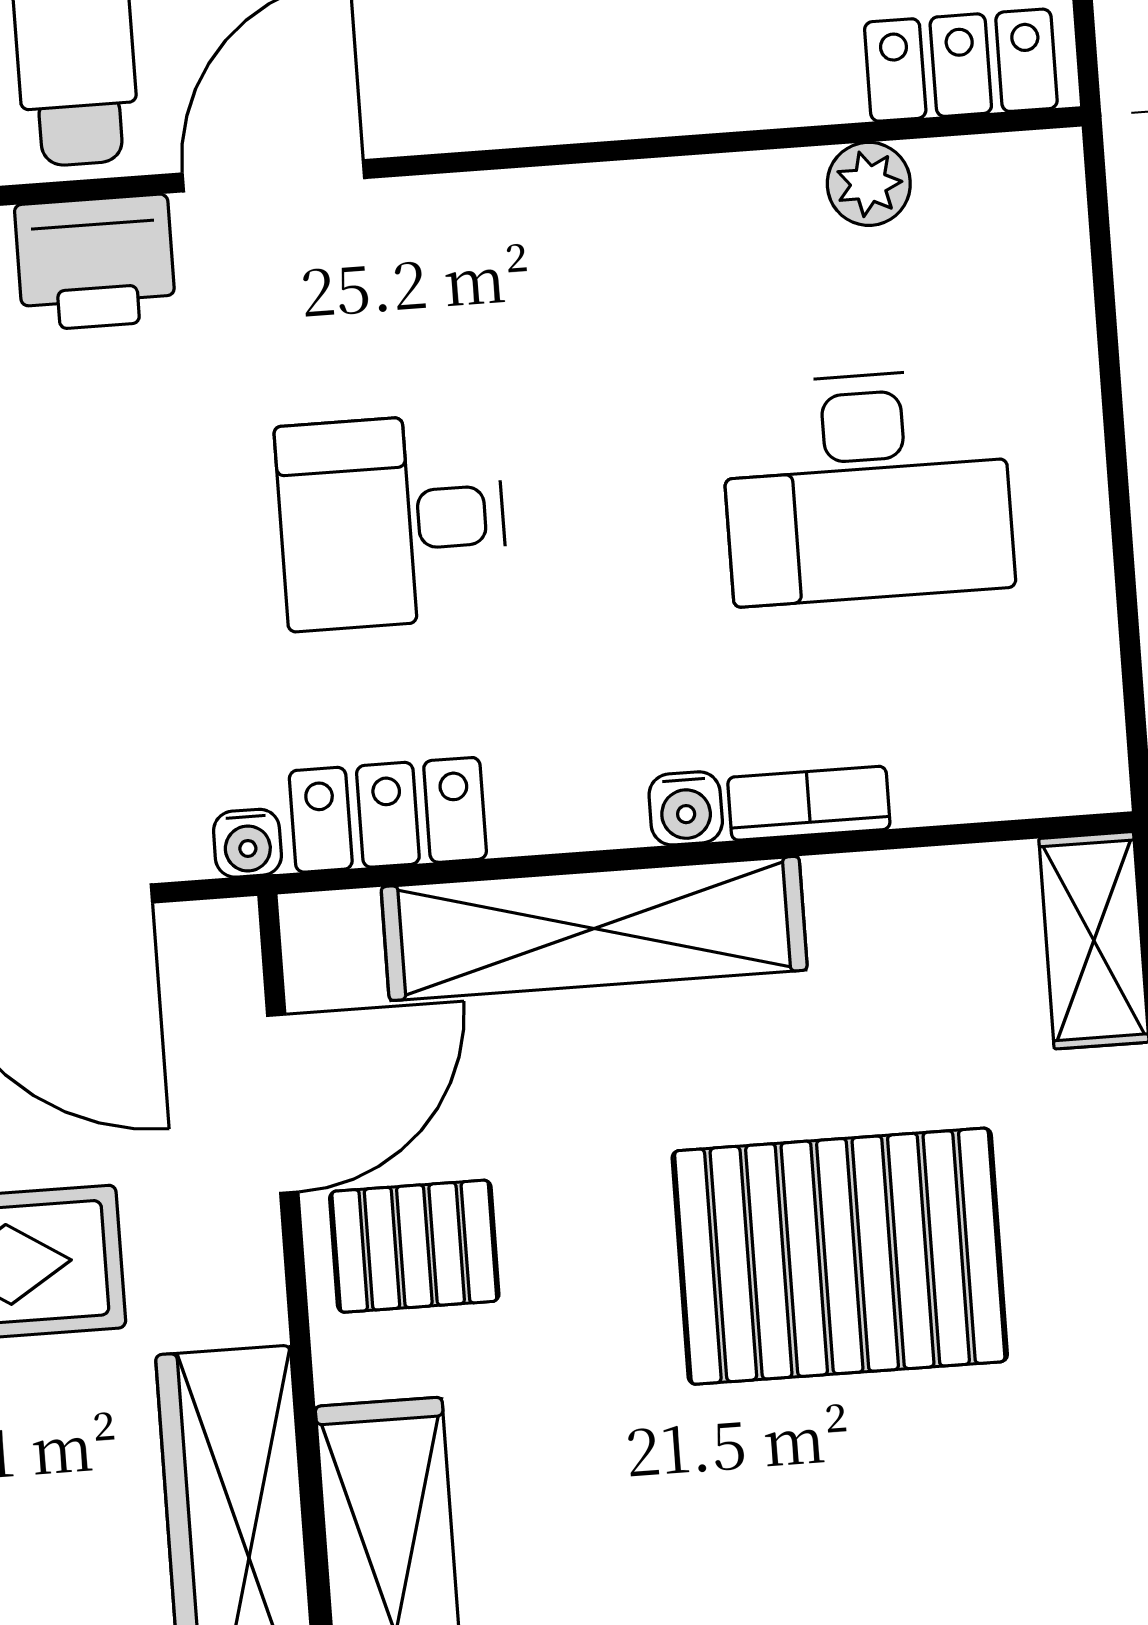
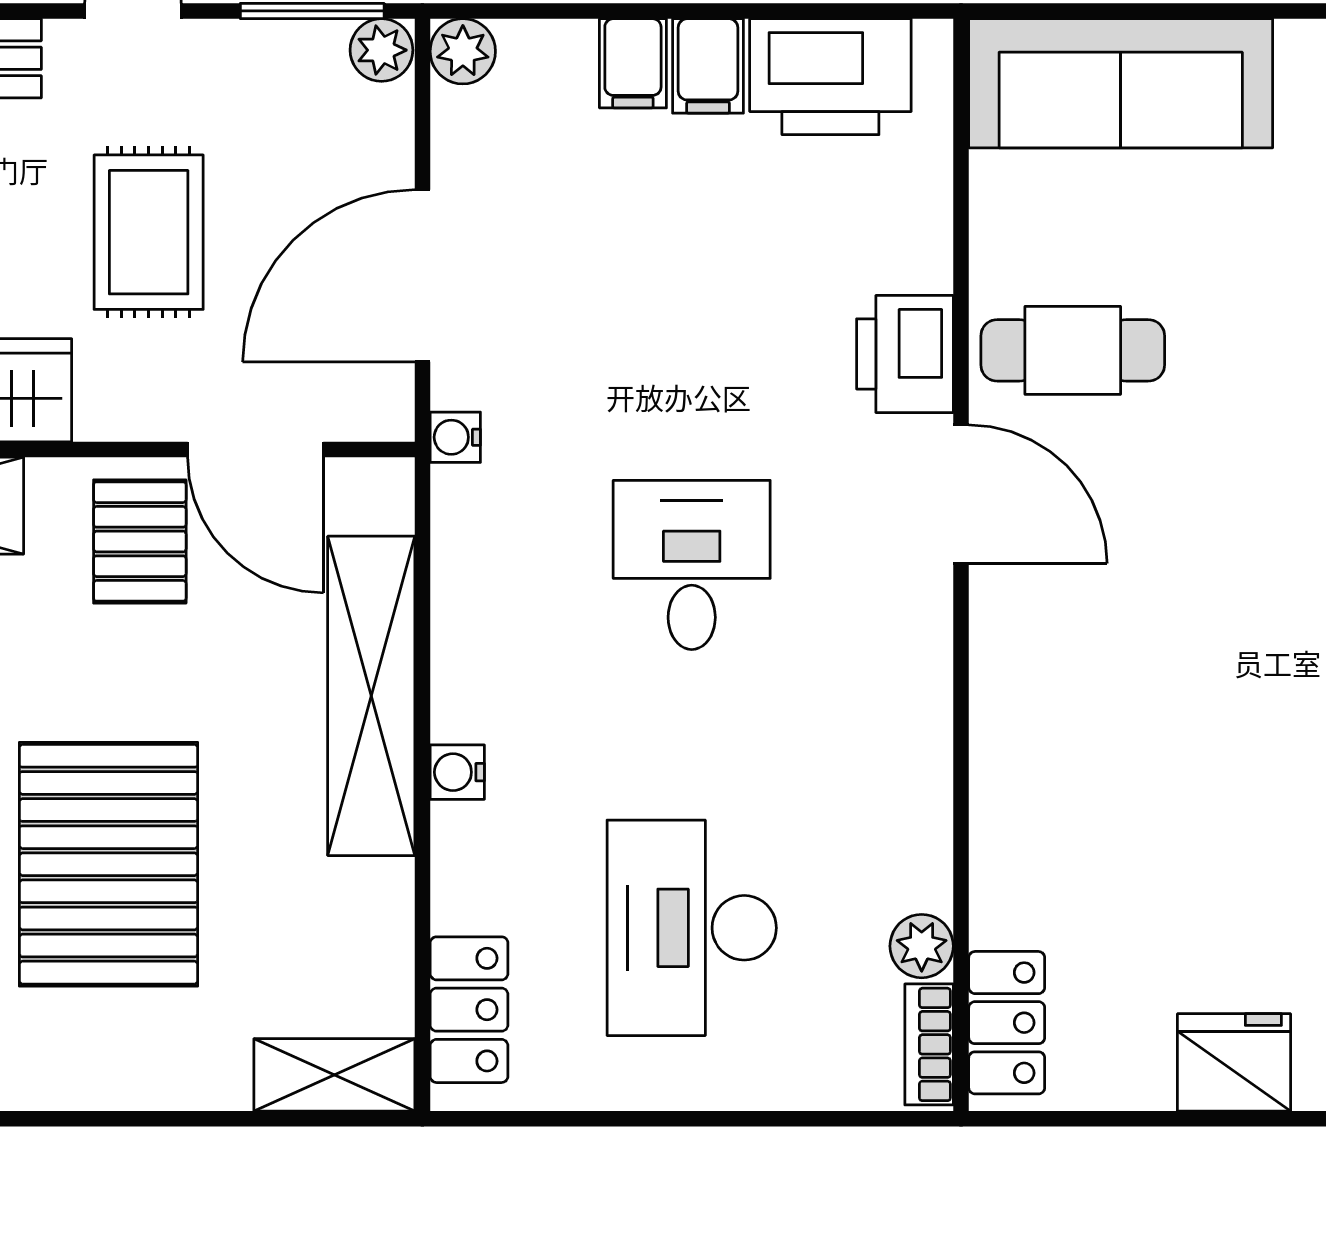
bookcase: (809, 803) -> (929, 1044), moved, turned 180
locker: (388, 815) -> (469, 1010), moved

